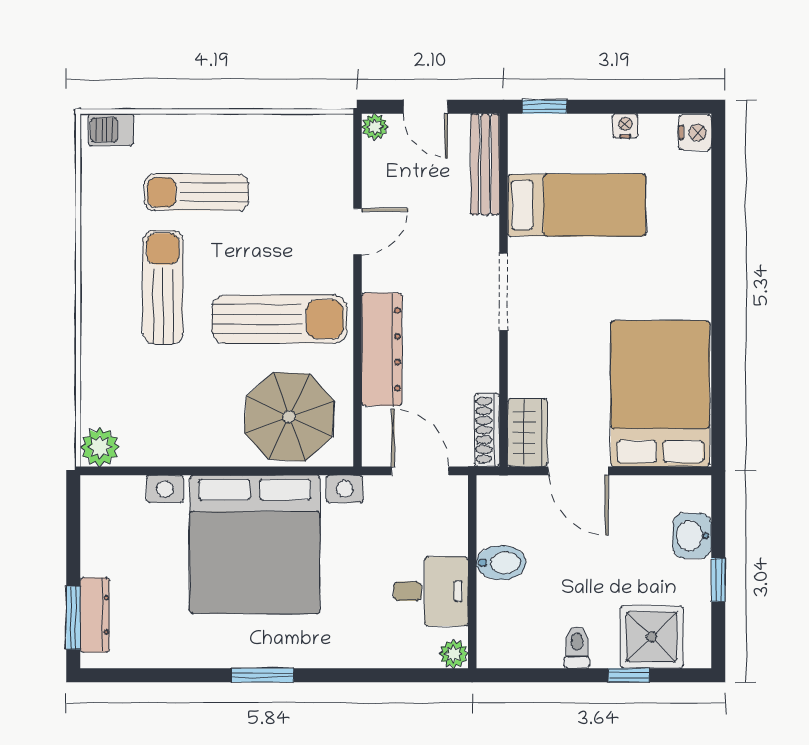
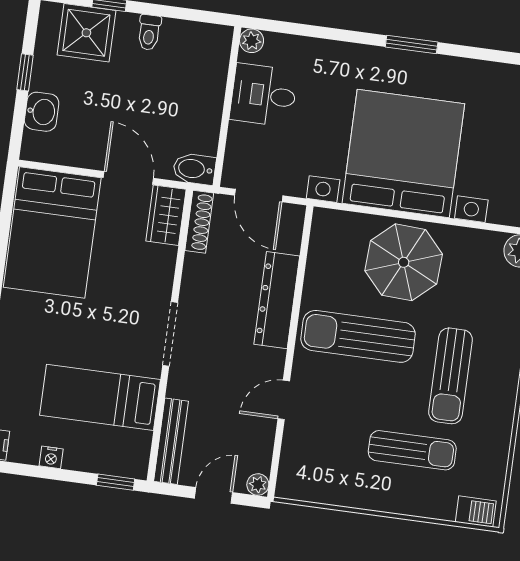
door: (426, 107) -> (214, 495), hinge flipped
parasol: (289, 417) -> (404, 262), moved
bidet: (501, 563) -> (194, 169), moved

